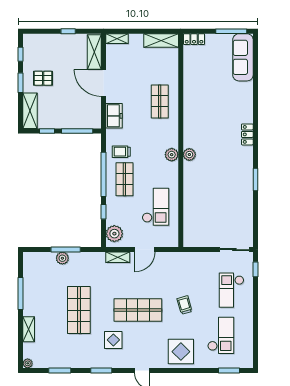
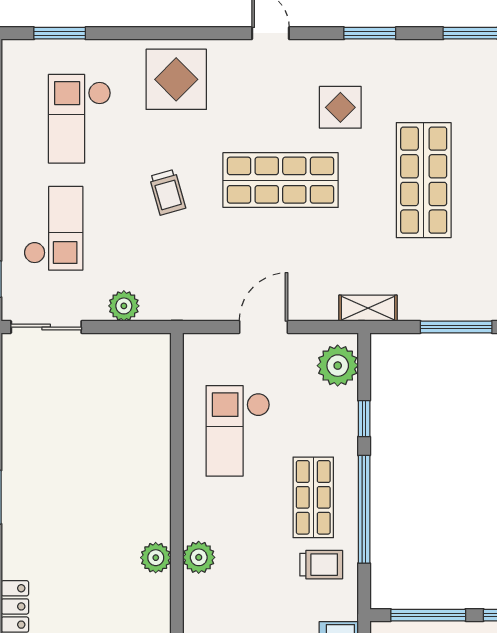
shelving: (118, 257) -> (368, 308), moved
plant: (62, 258) -> (124, 306), moved

